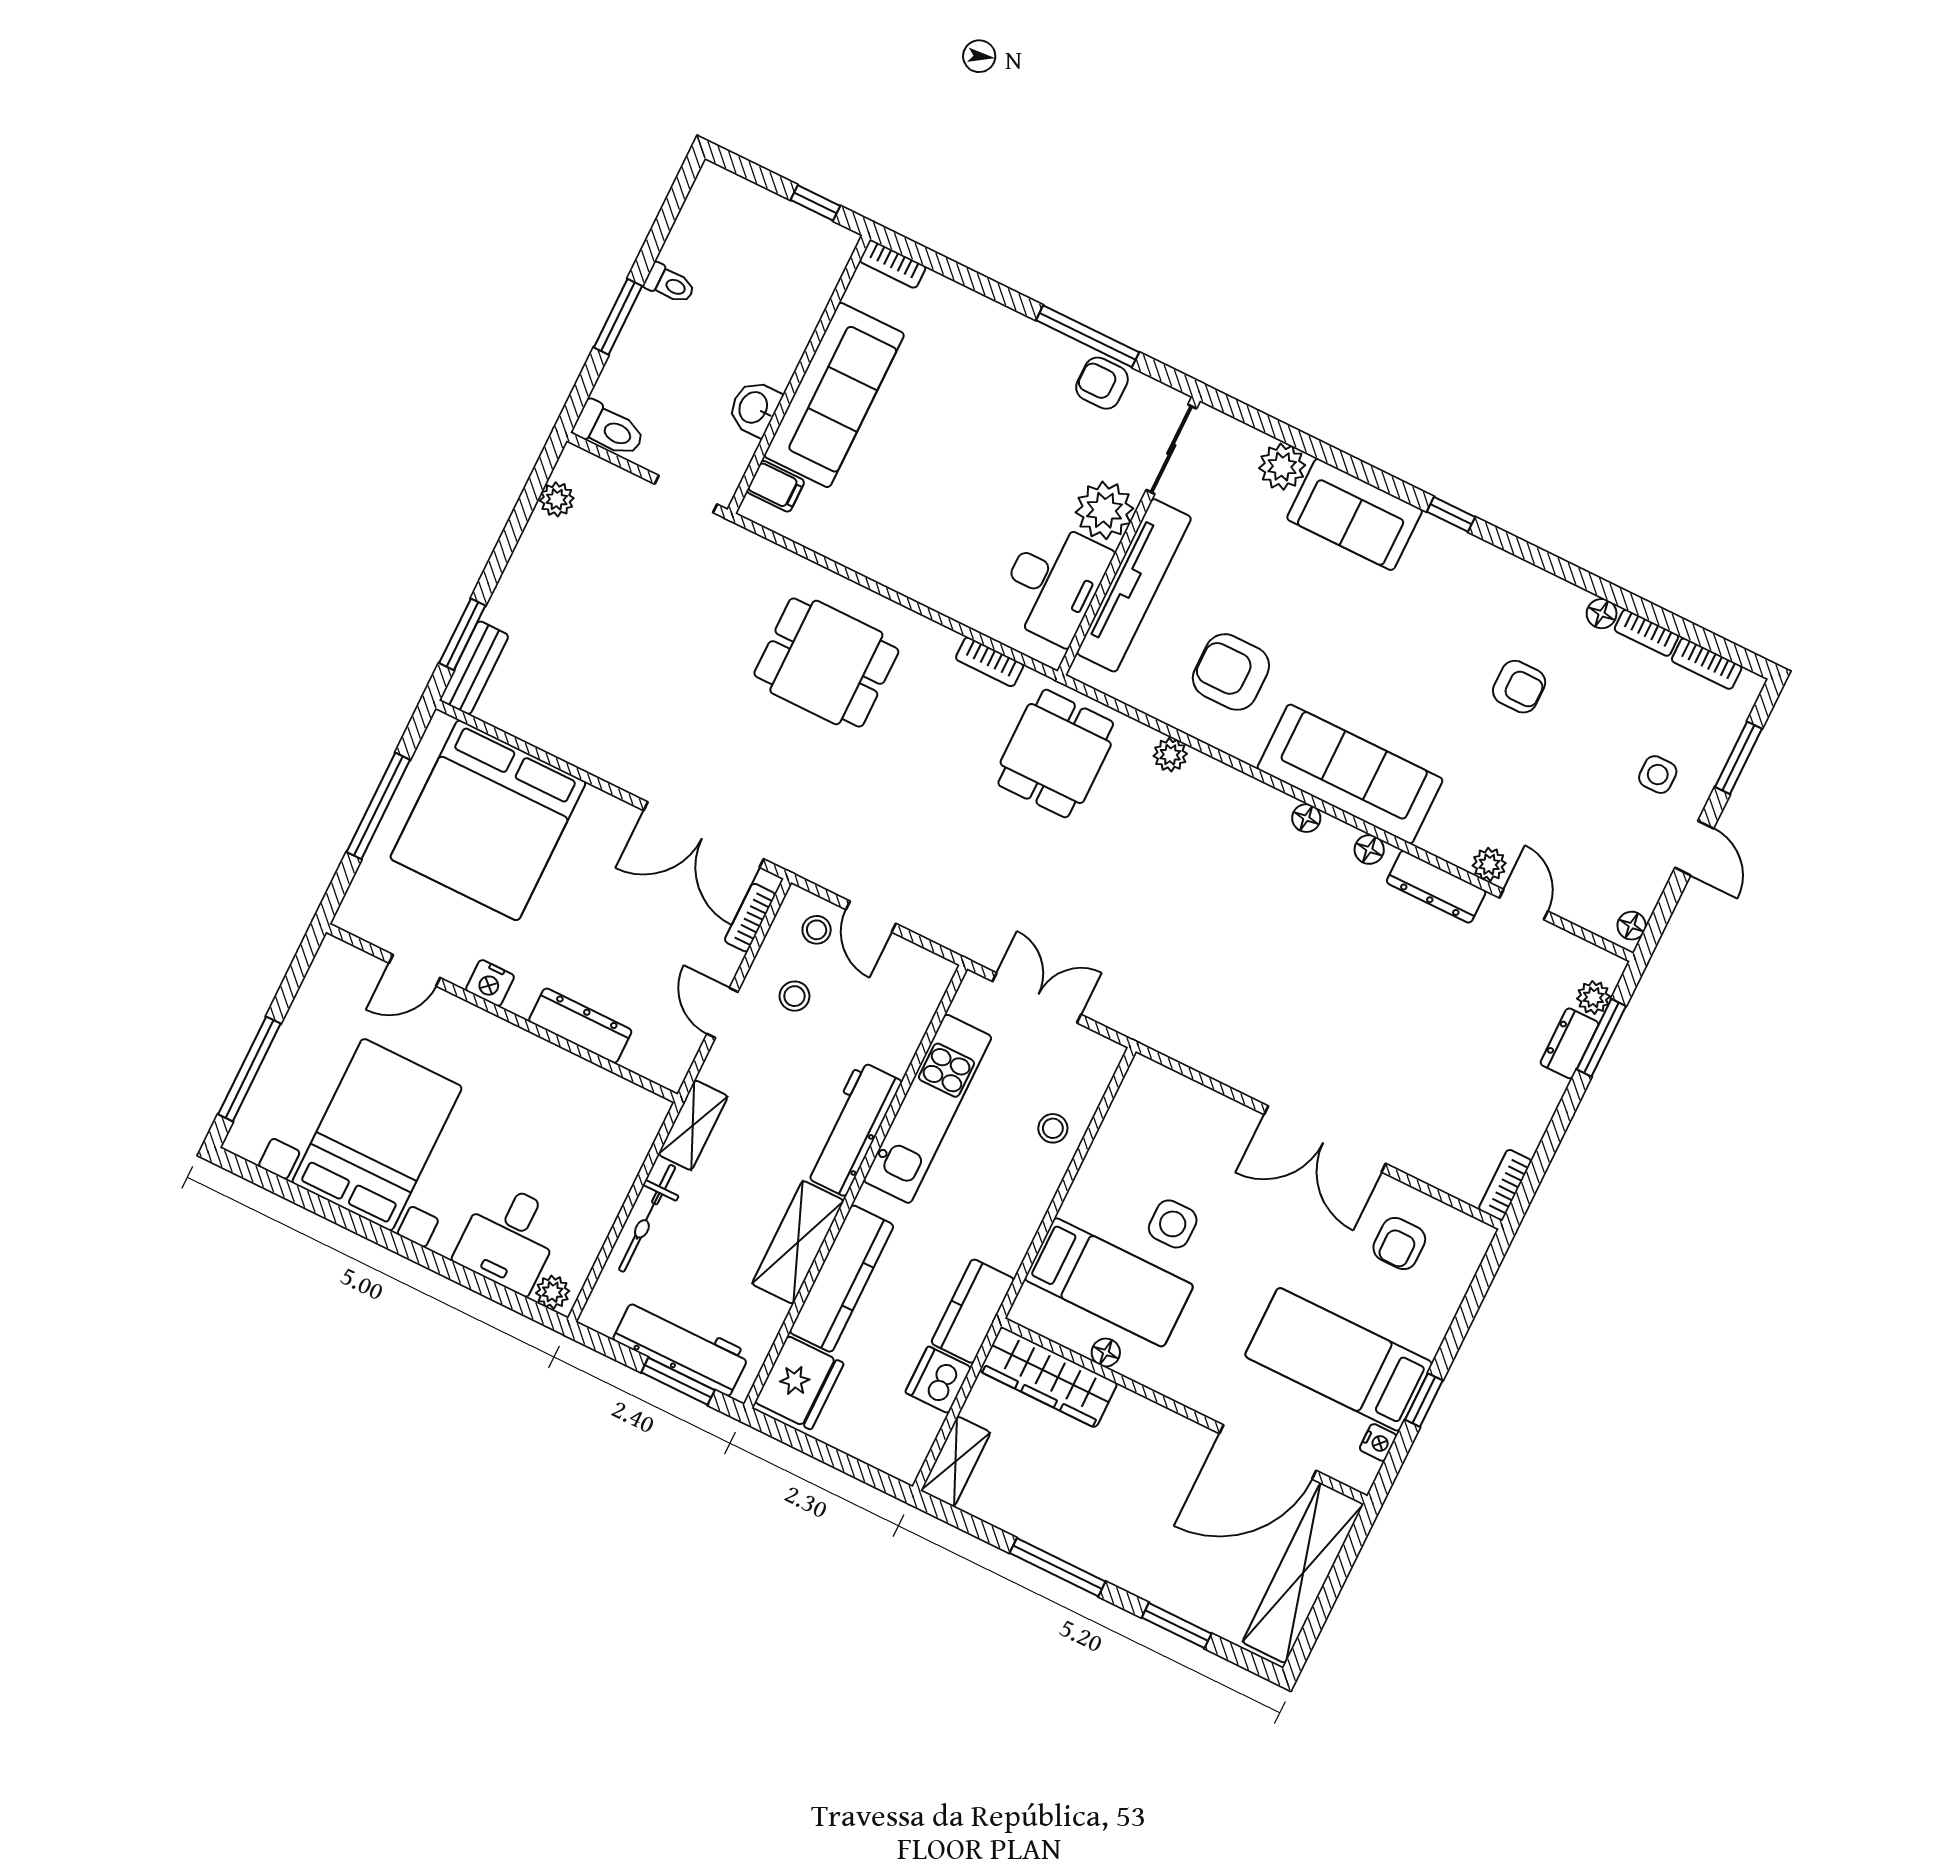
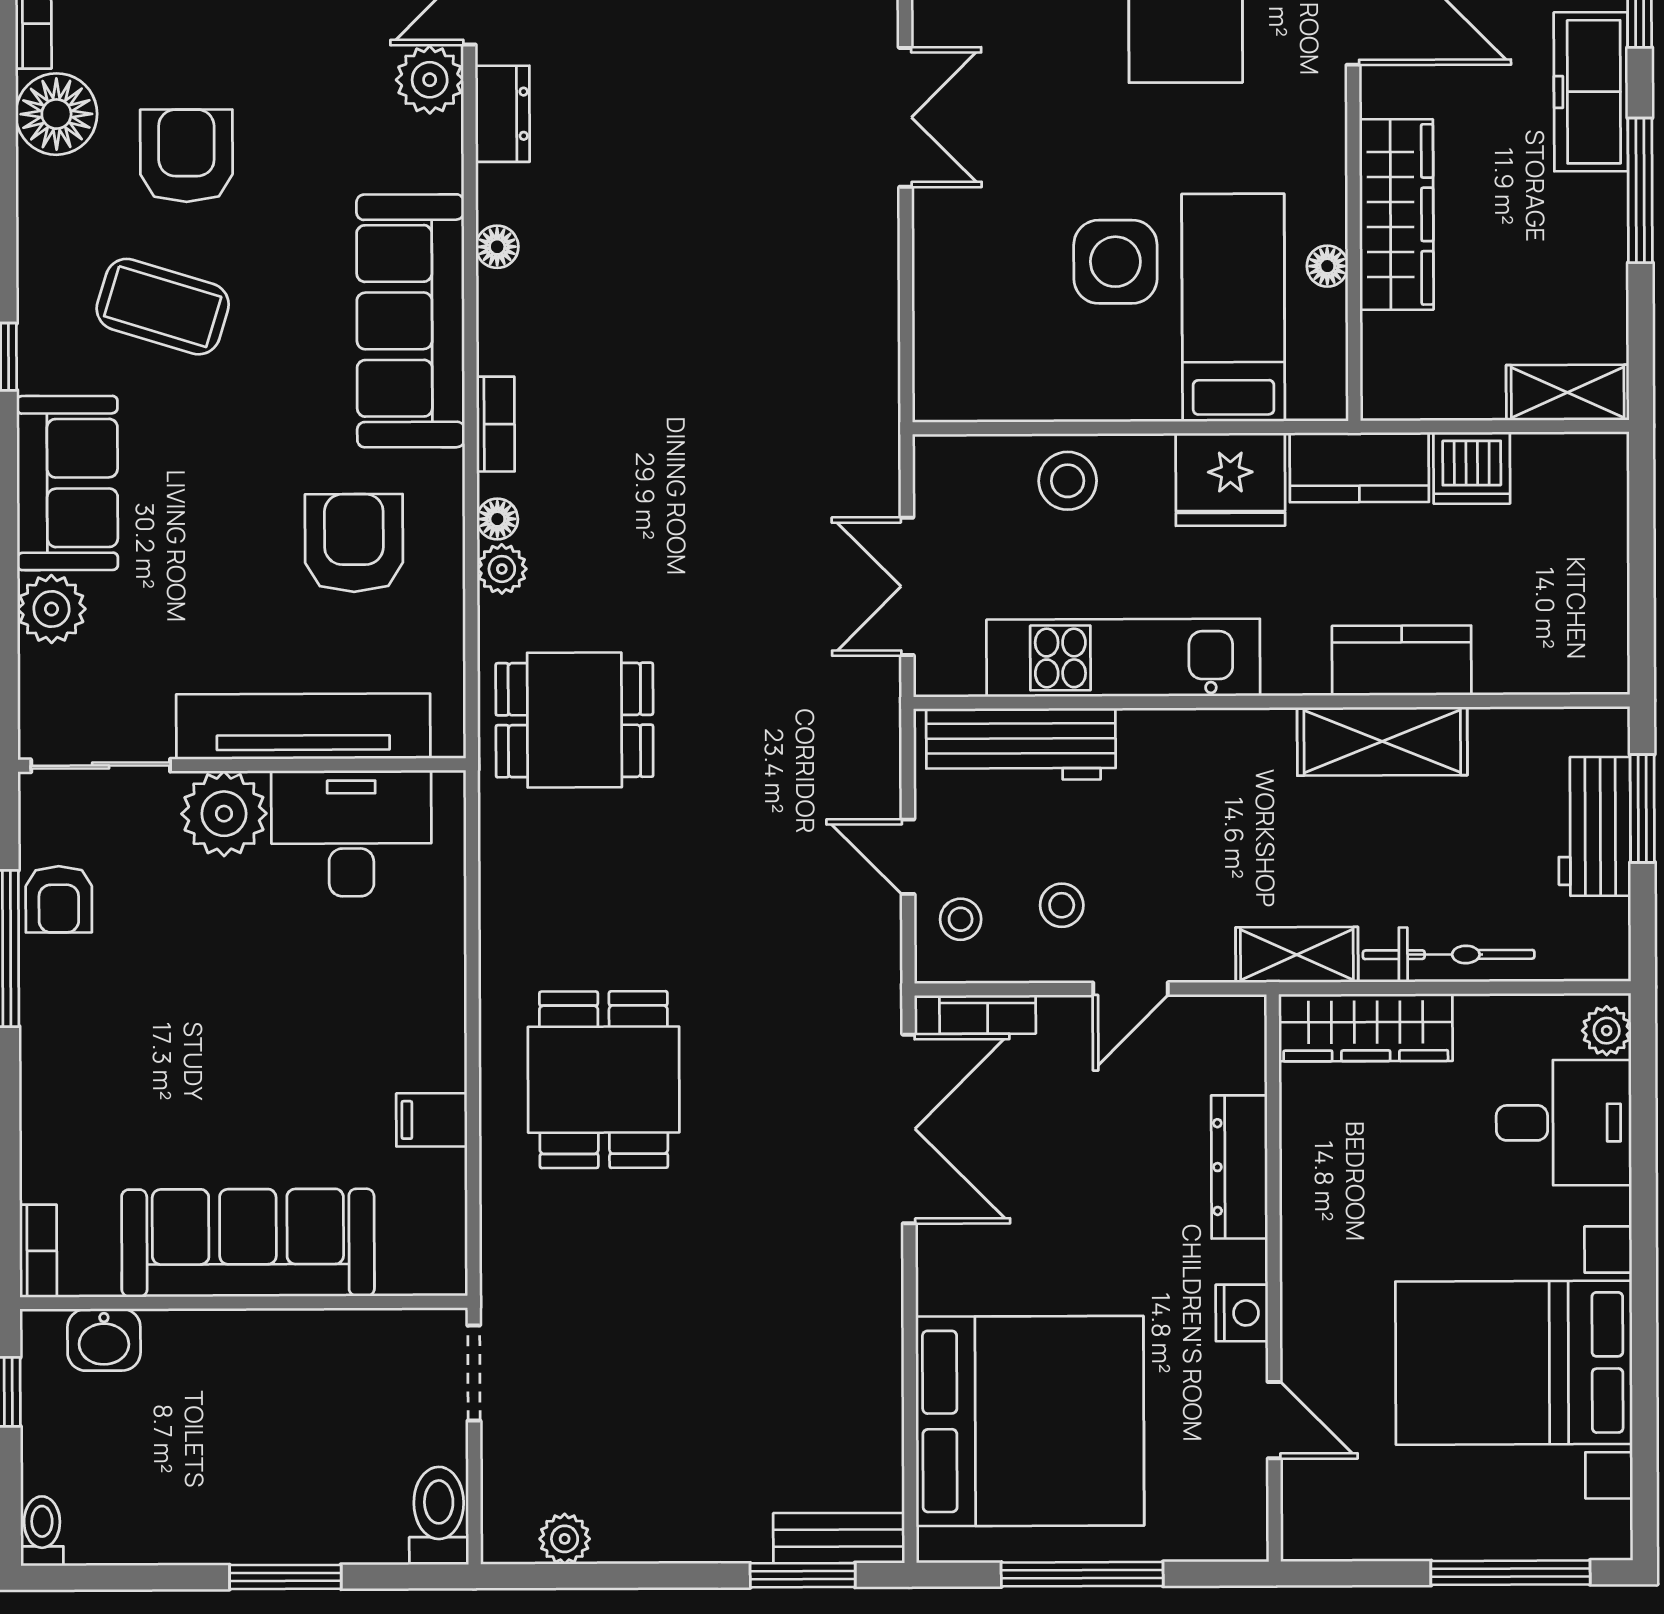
toilet: (670, 284) -> (42, 1531), moved
washbasin: (754, 408) -> (104, 1340), moved
filing cabinet: (776, 486) -> (432, 1120), moved, turned -90
floor lamp: (1602, 614) -> (56, 114), width x1.89, depth x1.89
coffee table: (1434, 626) -> (163, 307), added
bookcase: (990, 662) -> (496, 424), moved
armchair: (1231, 672) -> (354, 543), turned 180
armchair: (1519, 687) -> (186, 156), width x1.38, depth x1.38
floor lamp: (1306, 818) -> (497, 519), moved
plant: (1489, 864) -> (430, 80), width x1.38, depth x1.38
dresser: (1436, 887) -> (503, 114), width x0.70
door: (871, 917) -> (908, 857), swing flipped
stool: (1053, 1128) -> (1068, 481), width x1.37, depth x1.37
workbench: (852, 1129) -> (1021, 744), moved
double door: (1325, 1139) -> (905, 117), width x0.73
wardrobe: (627, 1145) -> (1366, 1028), added
side table: (1173, 1224) -> (1115, 262), width x1.37, depth x1.37
kitchen counter: (842, 1279) -> (1402, 660), width x0.67
workbench: (681, 1347) -> (1595, 826), width x0.73
wardrobe: (1048, 1377) -> (1396, 214), moved
fridge: (799, 1383) -> (1230, 479), moved, turned 180
freezer: (1133, 1567) -> (1591, 92), added

